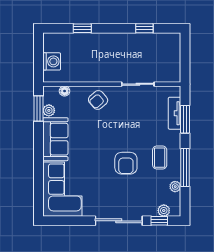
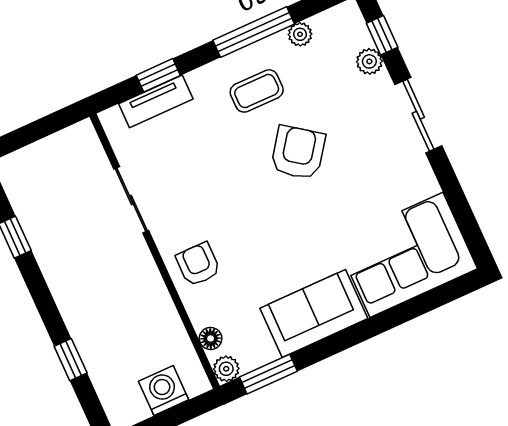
armchair: (98, 100) -> (198, 264), turned -139
plant: (49, 110) -> (226, 369), moved
window: (185, 119) -> (158, 75), width x0.67
armchair: (126, 163) -> (298, 153), turned -54
plant: (164, 210) -> (369, 61), moved
sliding door: (119, 221) -> (418, 115), width x0.73

